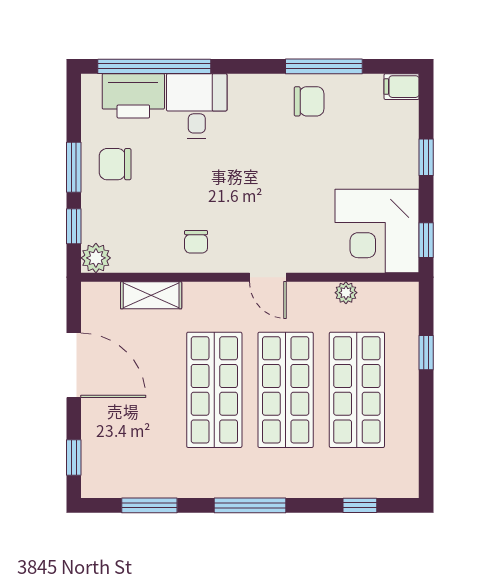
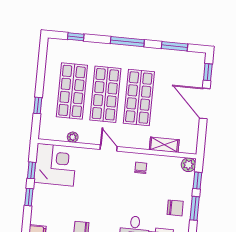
window: (426, 240) -> (31, 170), moved
door: (74, 365) -> (205, 103), moved

